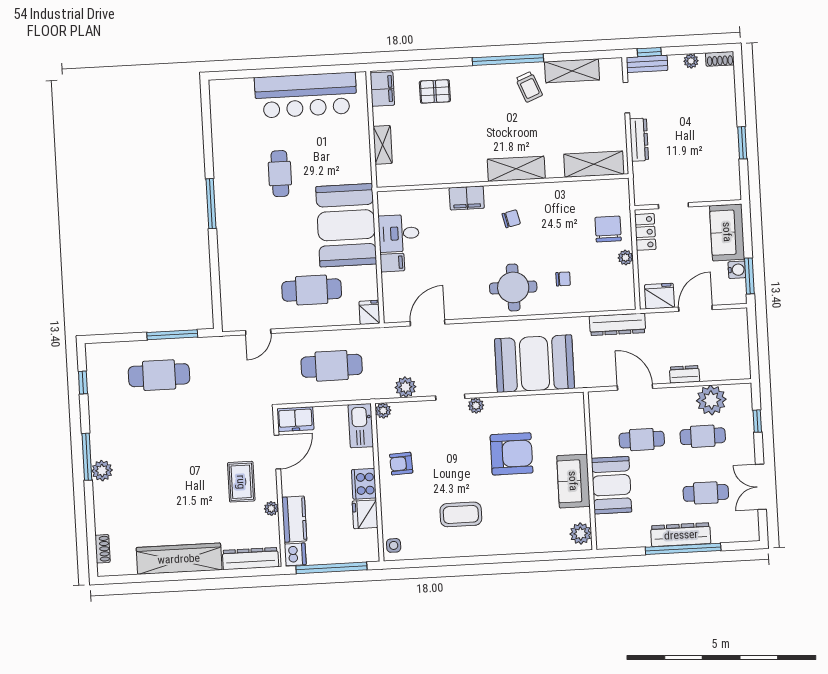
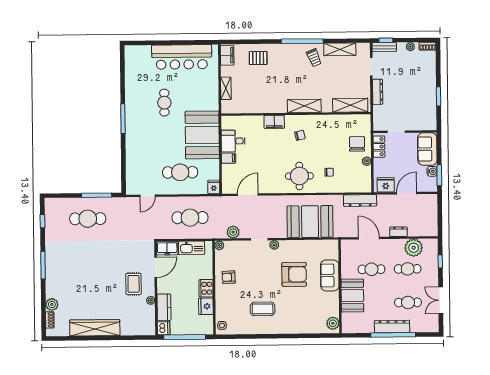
kitchen sink: (361, 426) -> (192, 248), moved, turned -90
plant: (102, 471) -> (52, 304), moved
sofa: (573, 481) -> (330, 275), moved
dresser: (250, 559) -> (137, 330), removed

